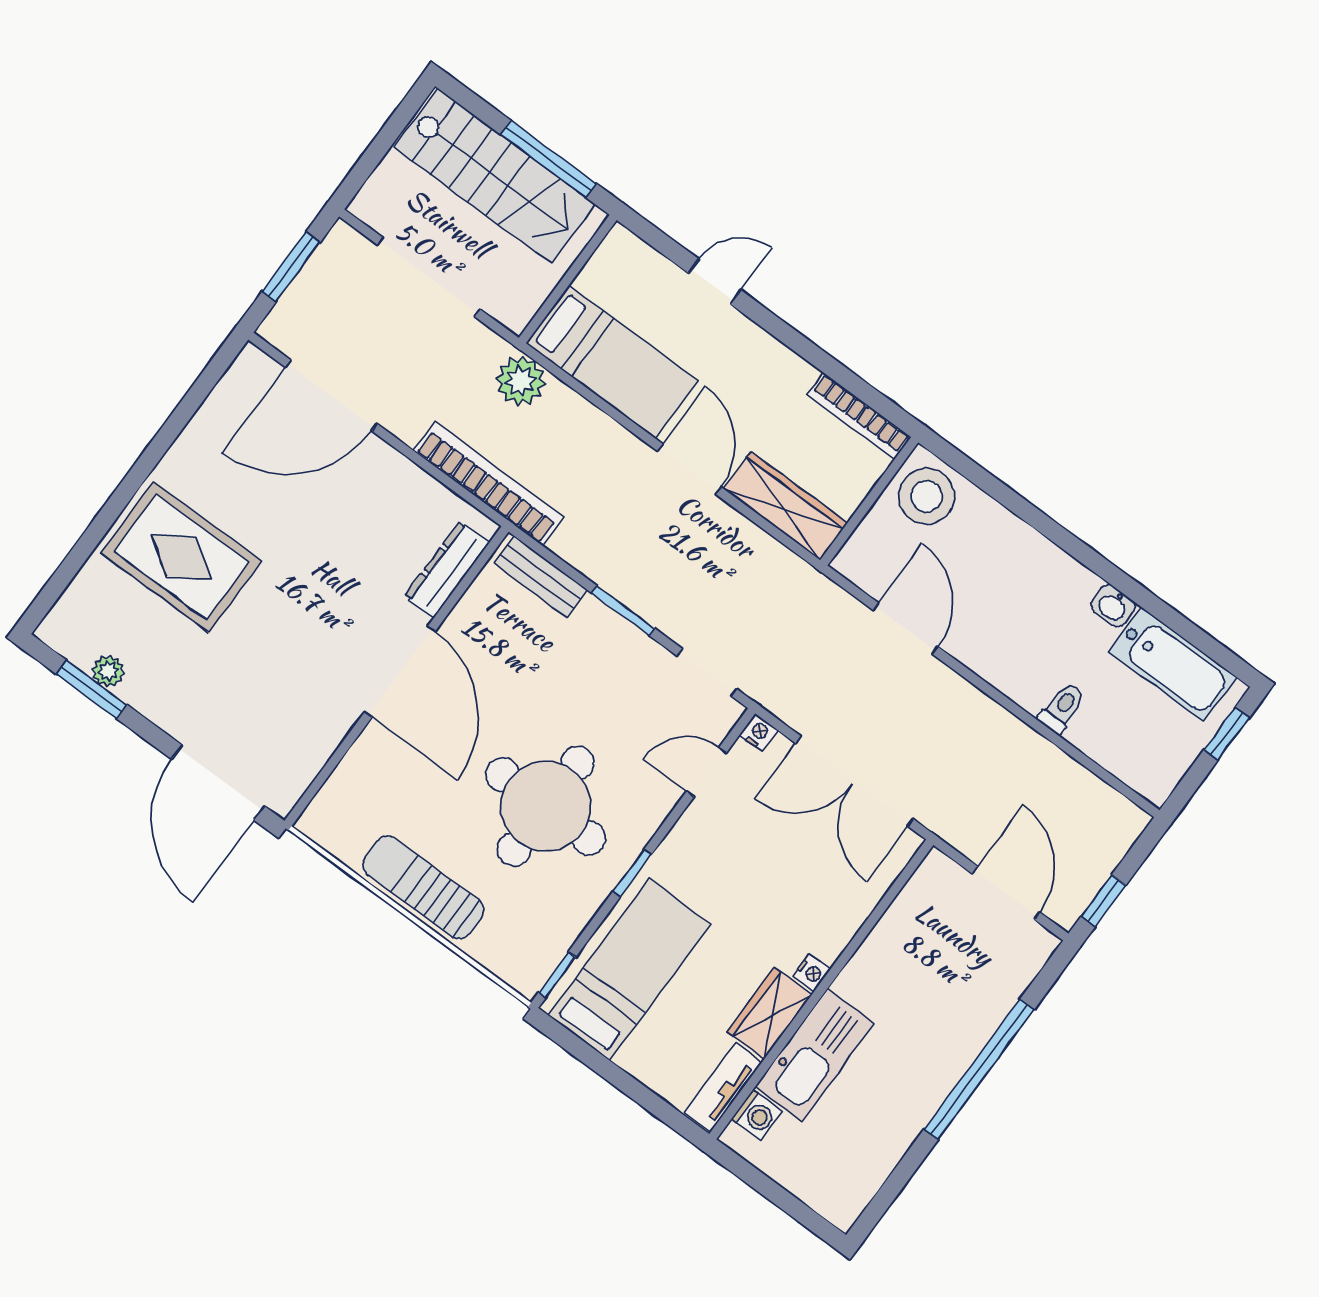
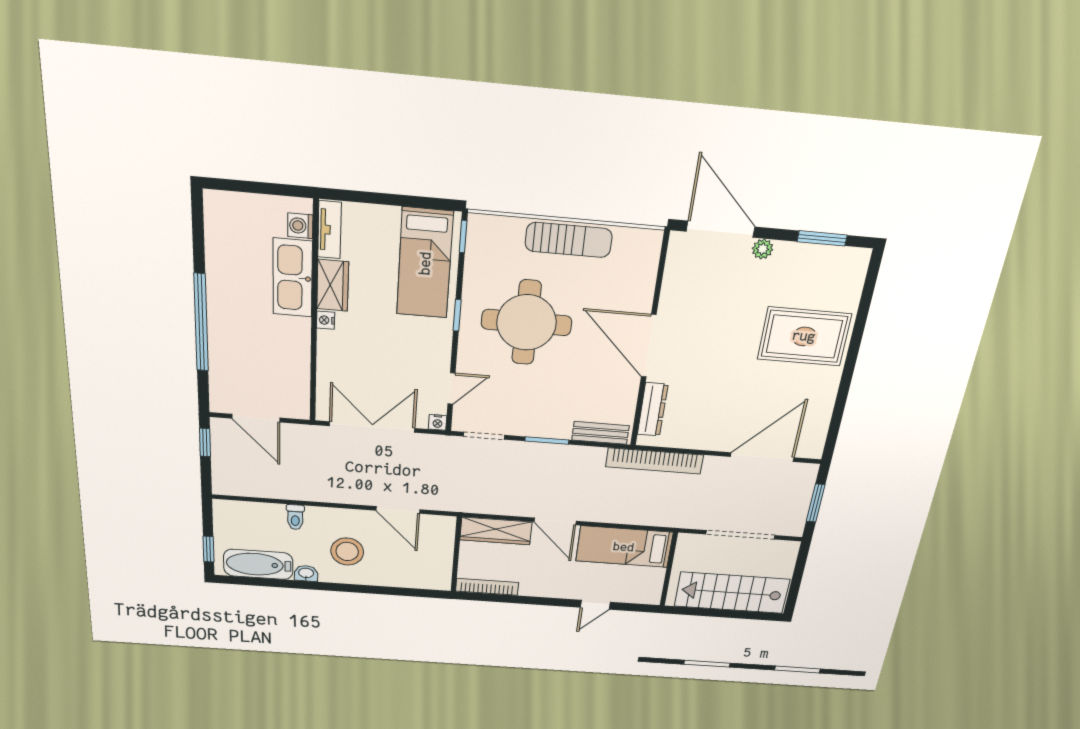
window: (549, 159) -> (709, 612), removed
plant: (521, 381) -> (666, 515), removed
stool: (927, 496) -> (347, 551), moved
plant: (108, 671) -> (763, 249), moved

